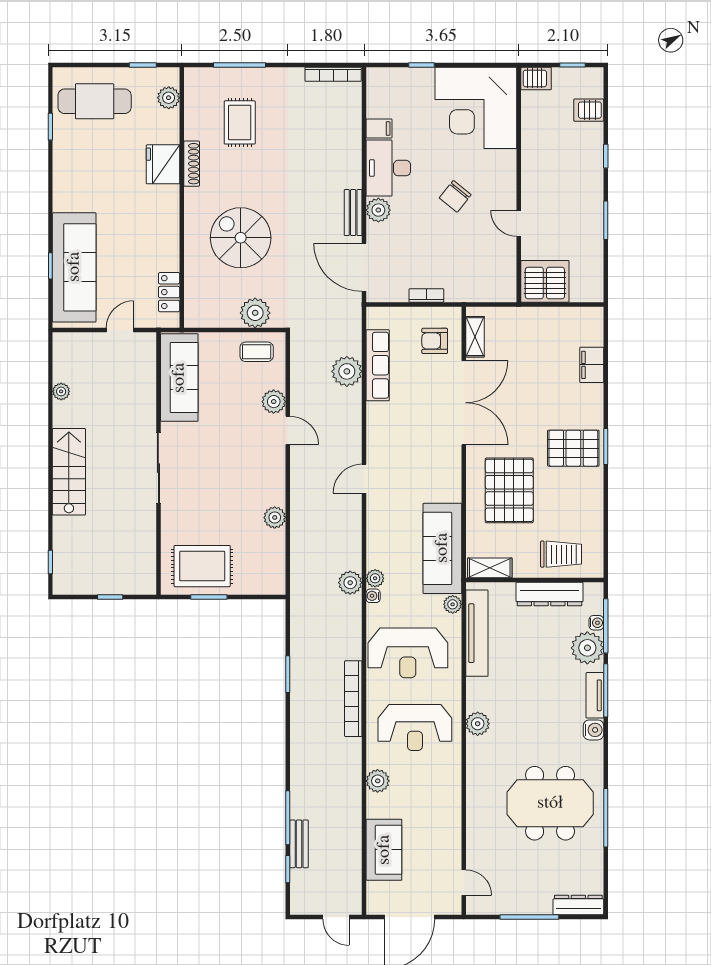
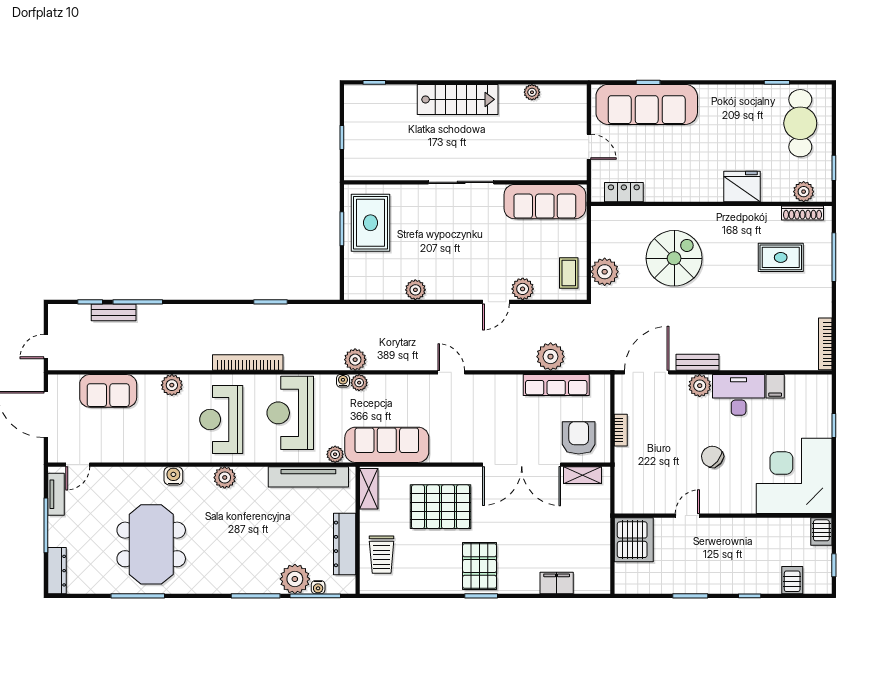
shoe rack: (192, 164) -> (803, 213), moved
armchair: (435, 341) -> (579, 438), width x1.38, depth x1.38
tv unit: (595, 695) -> (56, 494), moved, turned 90
water cooler: (593, 730) -> (173, 476), moved, turned 180

